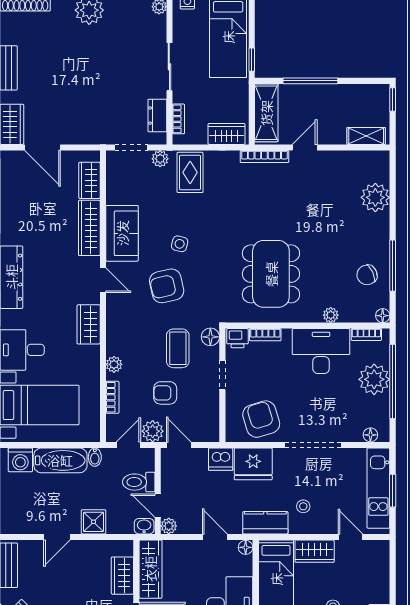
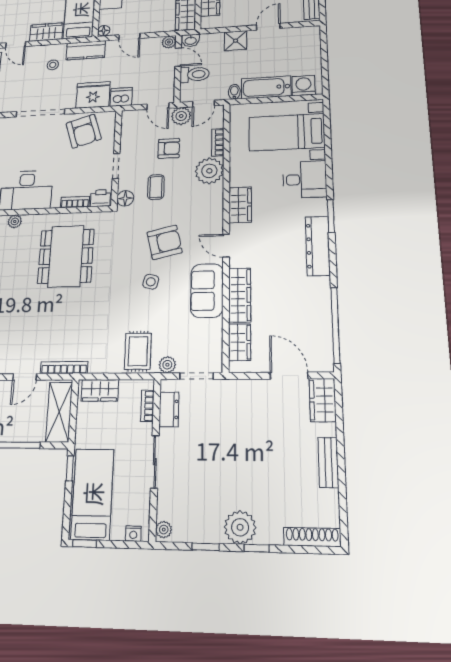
coffee table: (178, 348) -> (156, 187), width x0.73, depth x0.77
plant: (114, 364) -> (209, 171), width x1.88, depth x1.88

